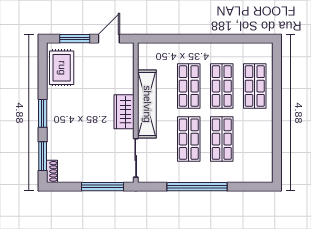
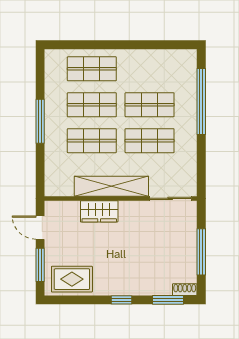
window: (207, 39) -> (40, 121), added
wardrobe: (124, 112) -> (99, 211), moved
window: (43, 113) -> (122, 300), width x0.67
window: (103, 187) -> (201, 252), moved
window: (197, 187) -> (201, 101), moved

